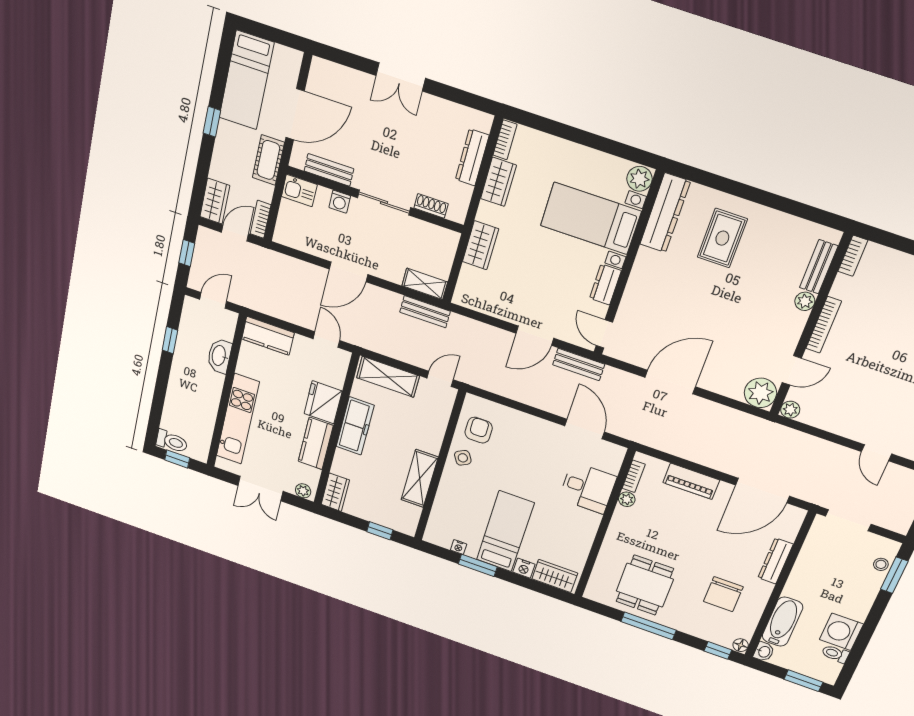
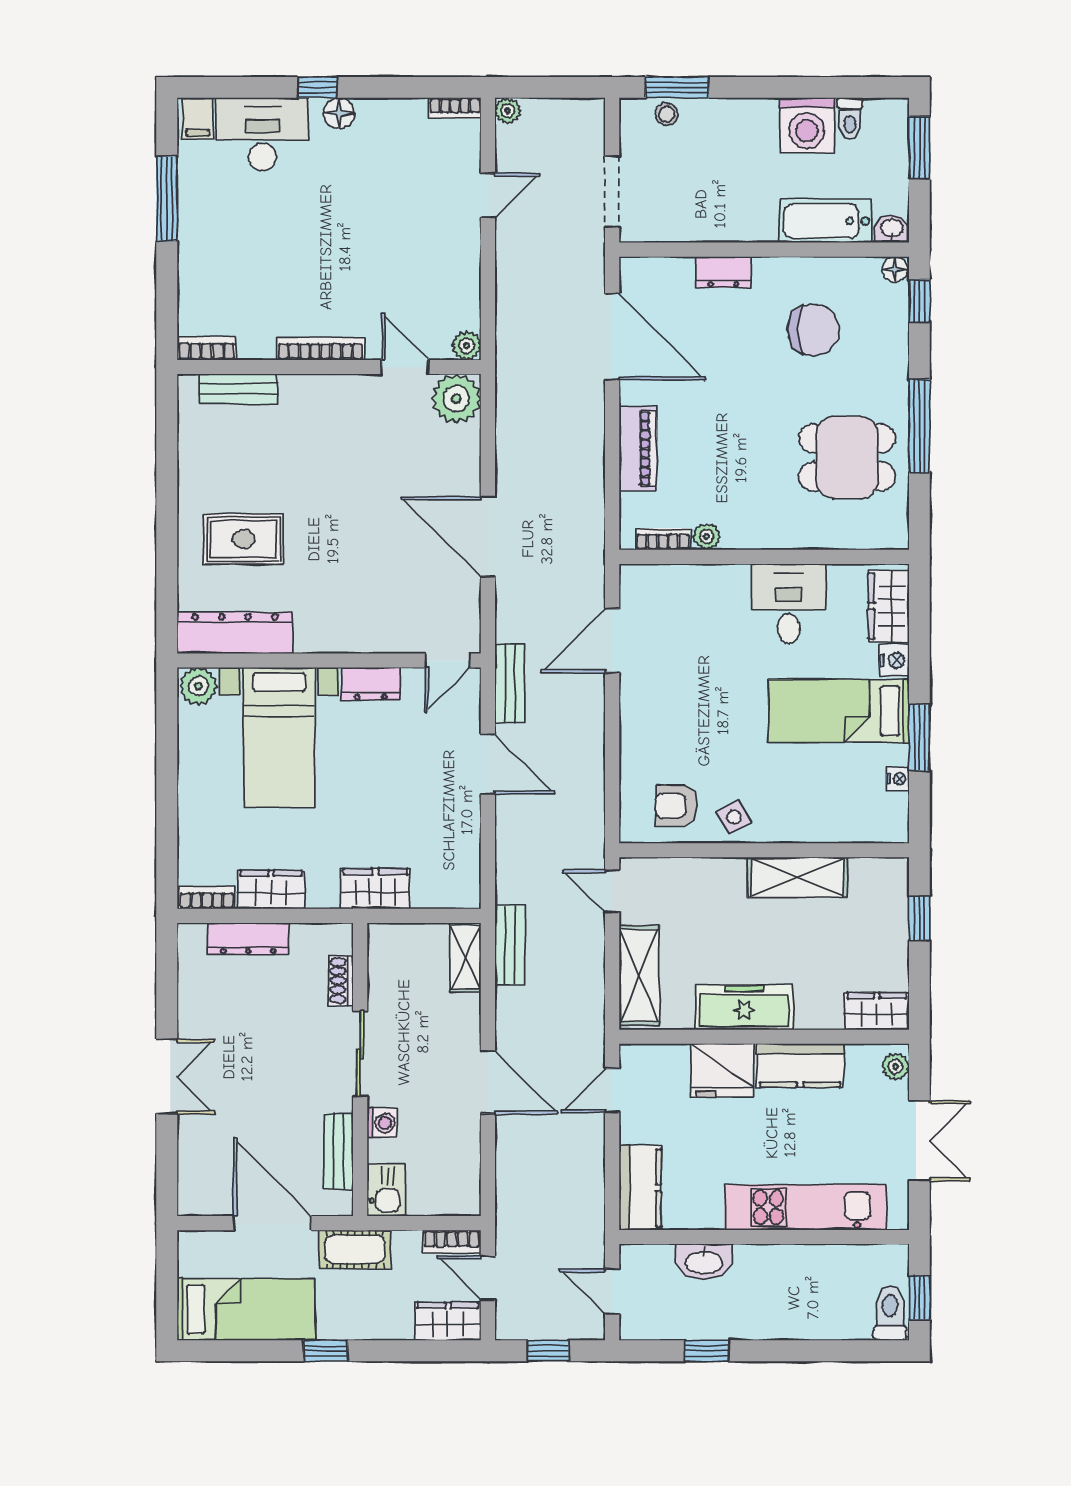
plant: (805, 301) -> (295, 389), removed
desk: (588, 488) -> (789, 604), moved
dresser: (775, 561) -> (723, 272), width x0.70

